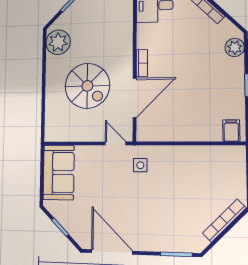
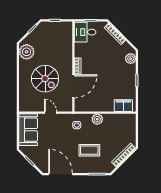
filing cabinet: (231, 131) -> (123, 106), width x2.00
door: (115, 143) -> (51, 113), moved
plant: (176, 155) -> (97, 119), added
coffee table: (162, 210) -> (89, 150), added

